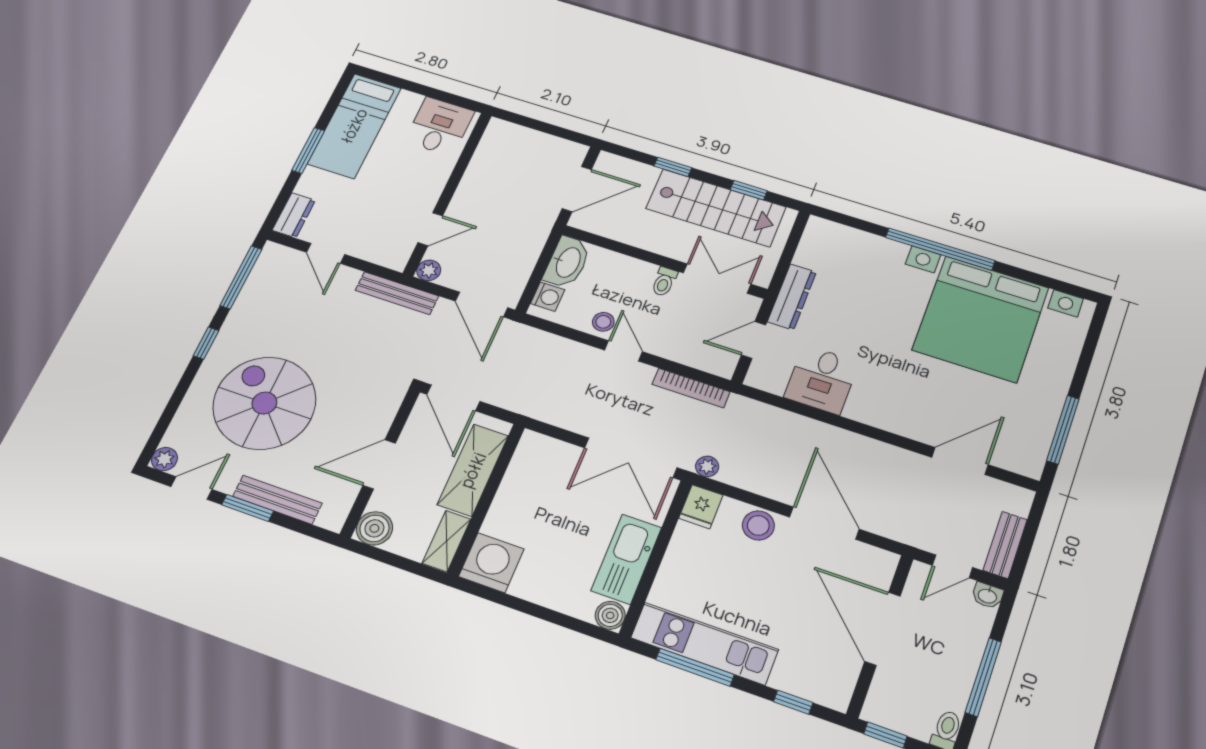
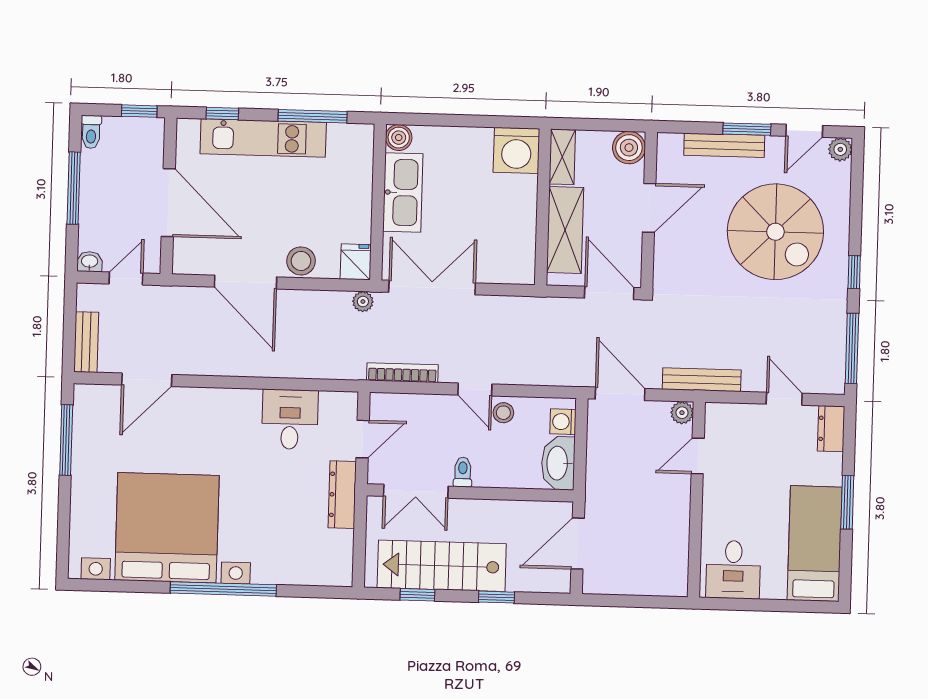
bench: (1005, 545) -> (86, 342), moved
kitchen unit: (704, 644) -> (263, 138), moved

